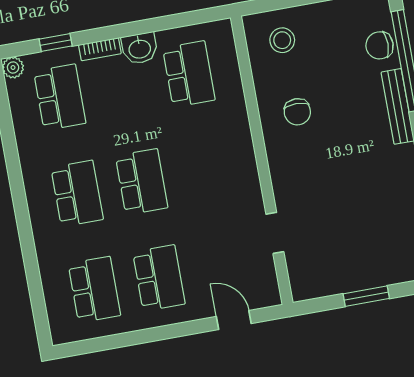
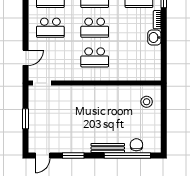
school desk: (189, 74) -> (95, 57), moved
chair: (297, 112) -> (113, 103), removed
doorway: (275, 233) -> (42, 83), moved

